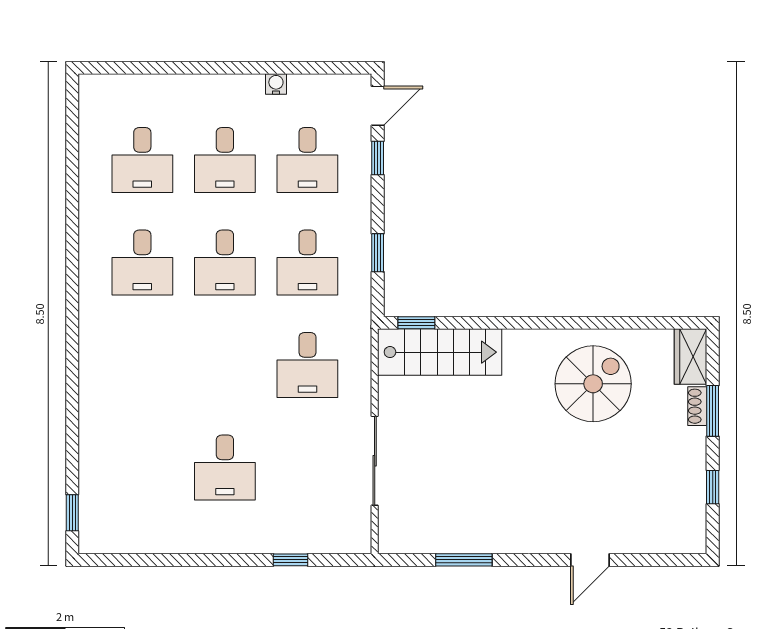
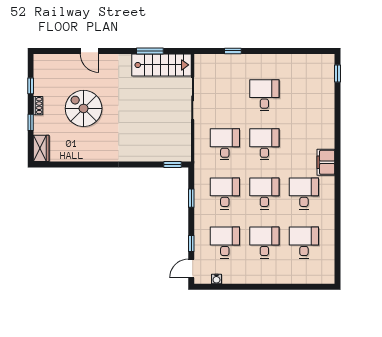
water cooler: (276, 84) -> (216, 279), moved
filing cabinet: (97, 328) -> (326, 162), added
stairs: (440, 352) -> (162, 65), moved, turned 180
desk: (225, 365) -> (264, 144), added
spiral stairs: (593, 384) -> (84, 108), moved, turned 90
shoe rack: (697, 406) -> (38, 106), moved
window: (713, 411) -> (31, 122), width x0.67
door: (590, 560) -> (89, 51), swing flipped

